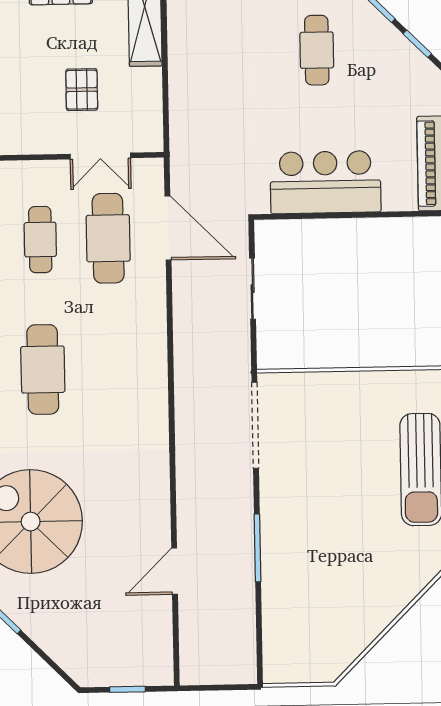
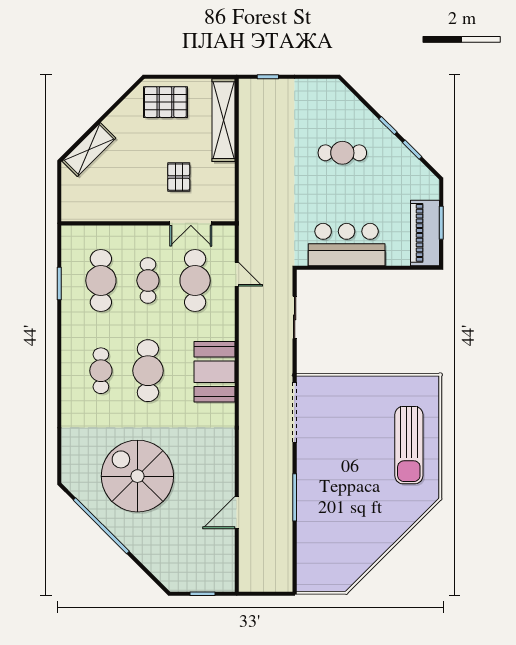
cafe table: (317, 50) -> (342, 153), turned 90
door: (168, 228) -> (237, 274), width x0.53
booth: (139, 369) -> (214, 372), added

